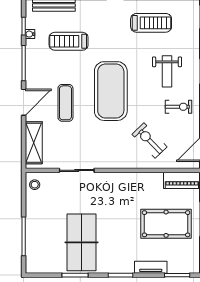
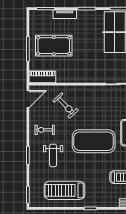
treadmill: (151, 23) -> (65, 190), width x1.37, depth x1.38
weight bench: (167, 71) -> (53, 155), turned 180
exercise mat: (111, 91) -> (94, 141), turned 90

